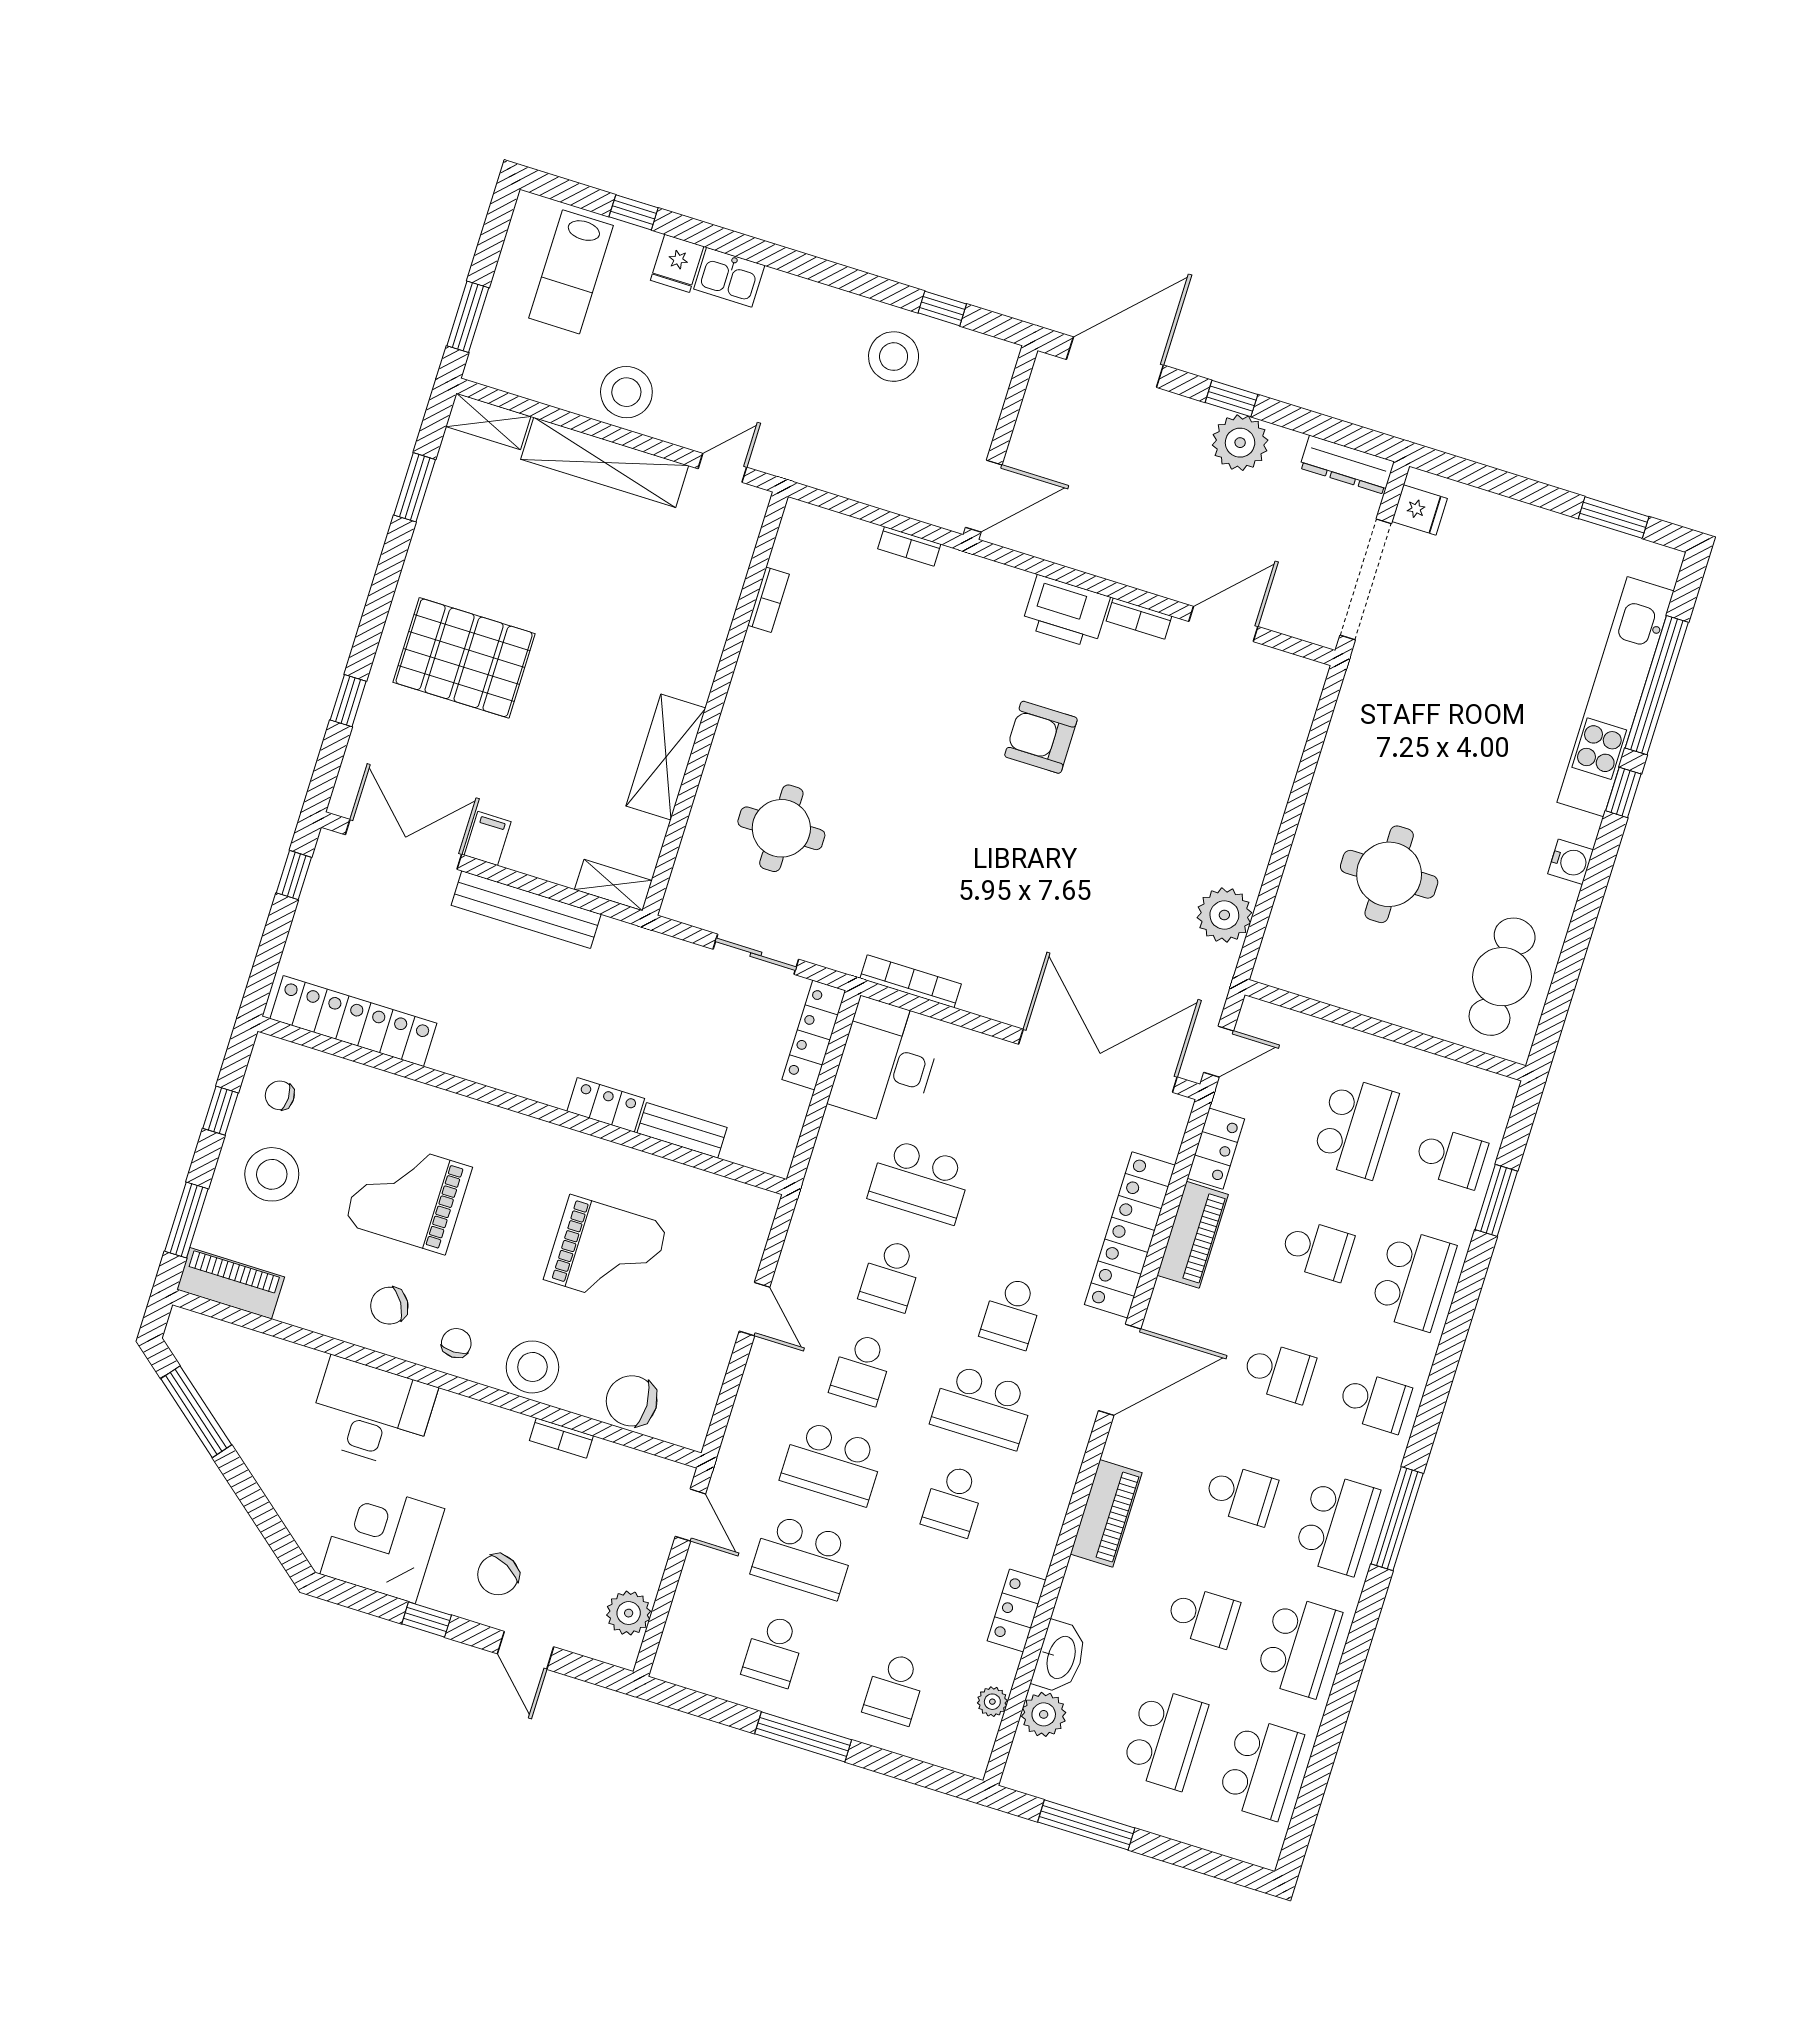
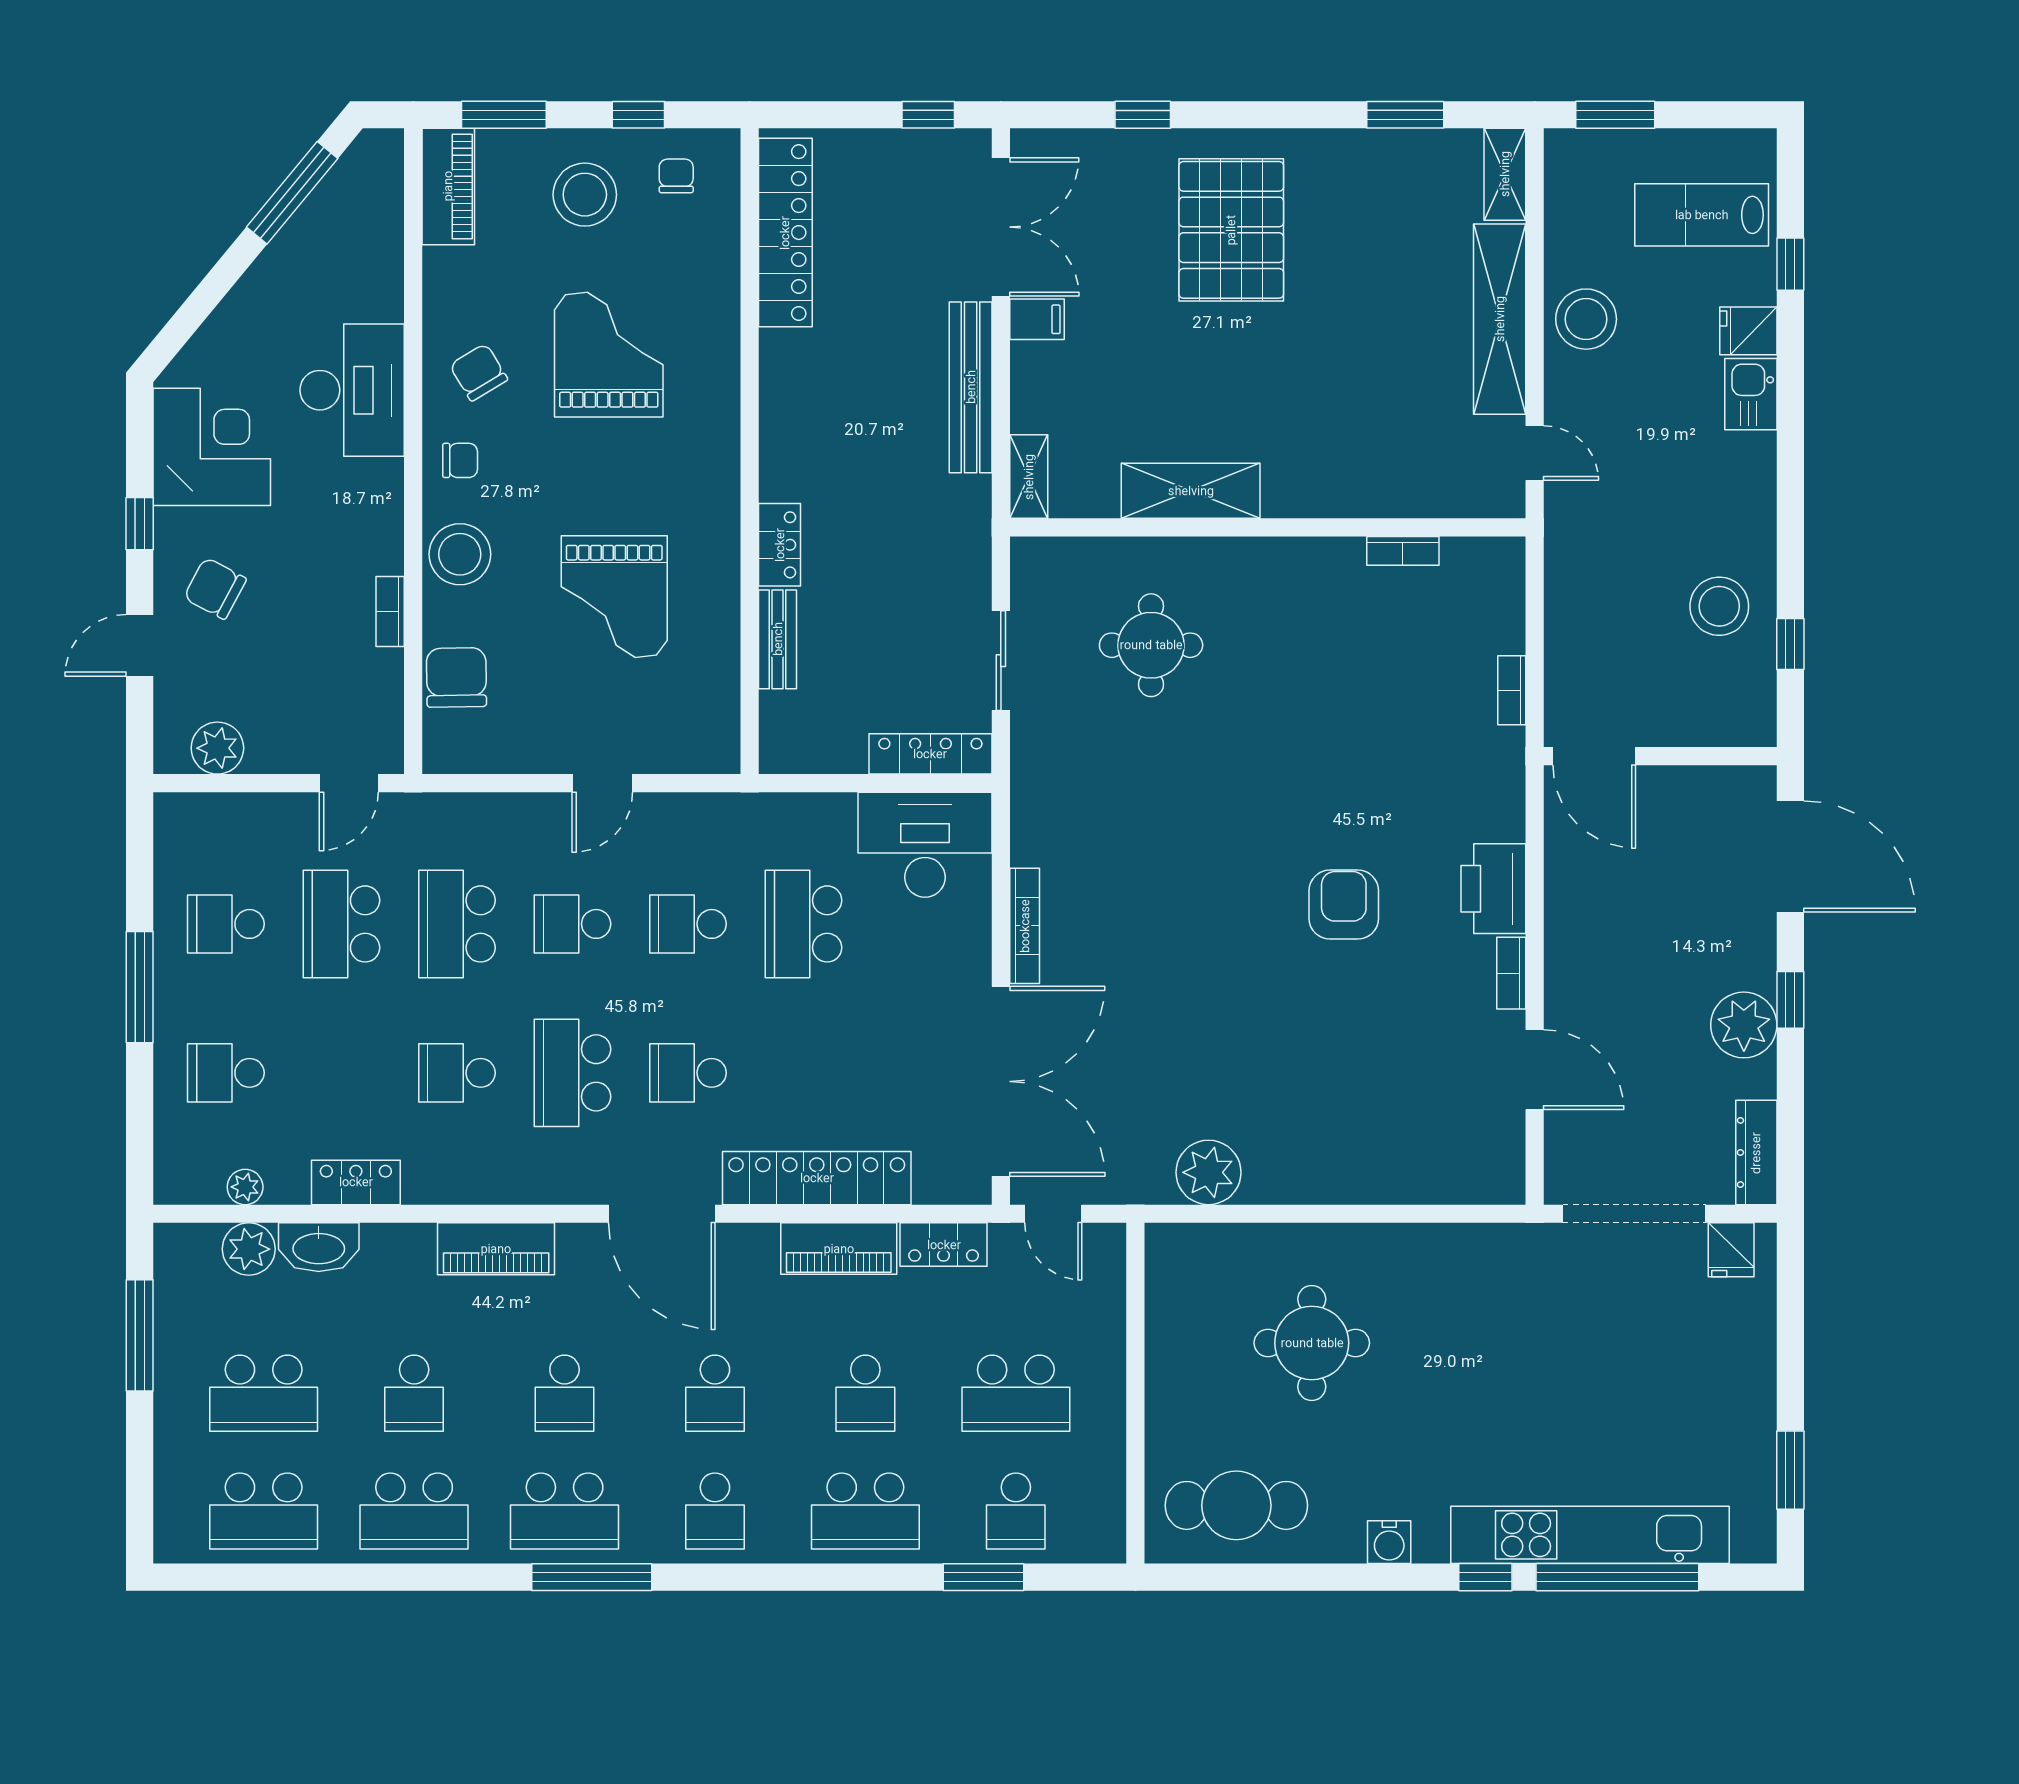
bookcase: (911, 981) -> (1025, 926), moved

